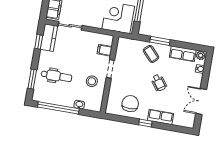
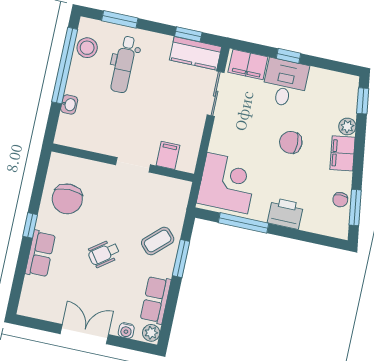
stool: (92, 81) -> (87, 48), moved
double door: (201, 101) -> (84, 334), moved
chair: (130, 104) -> (67, 199), turned 90

